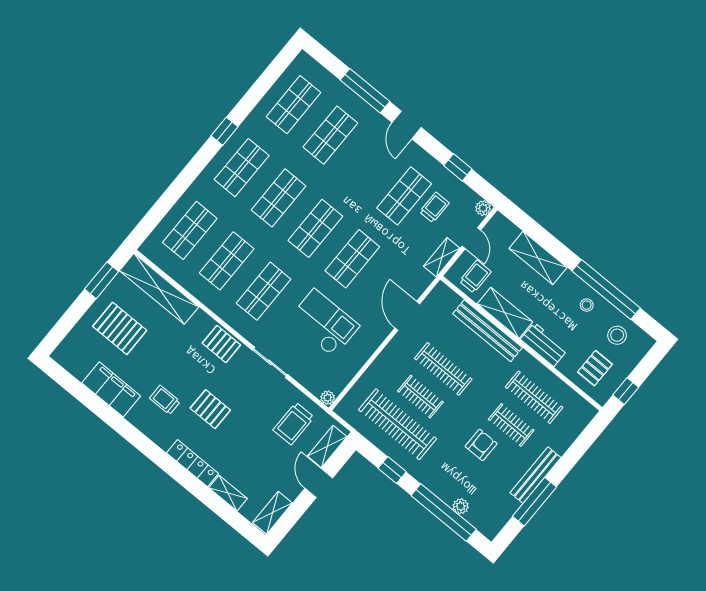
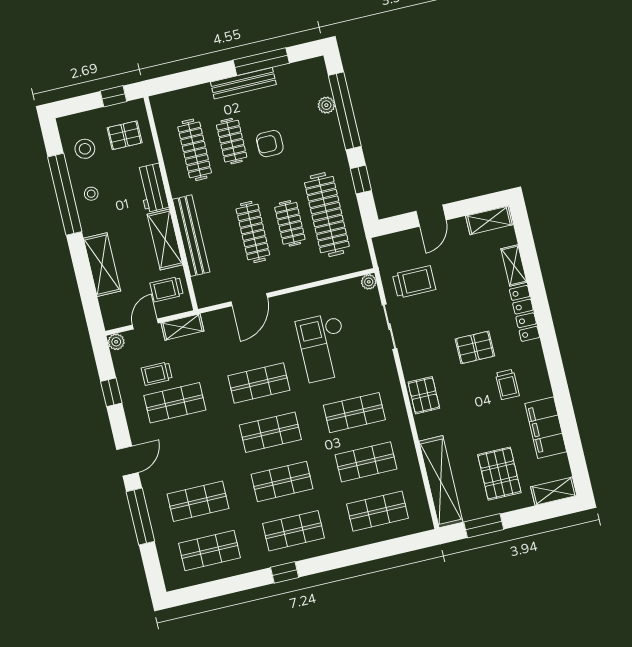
sliding door: (270, 362) -> (390, 327), moved
pallet: (210, 409) -> (475, 347), turned 90
shelving: (327, 446) -> (554, 491), moved

